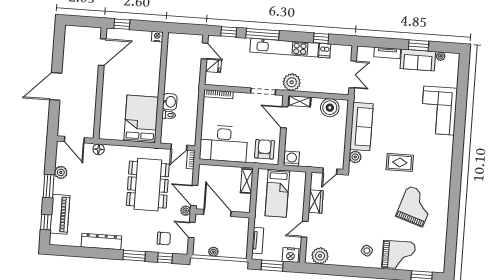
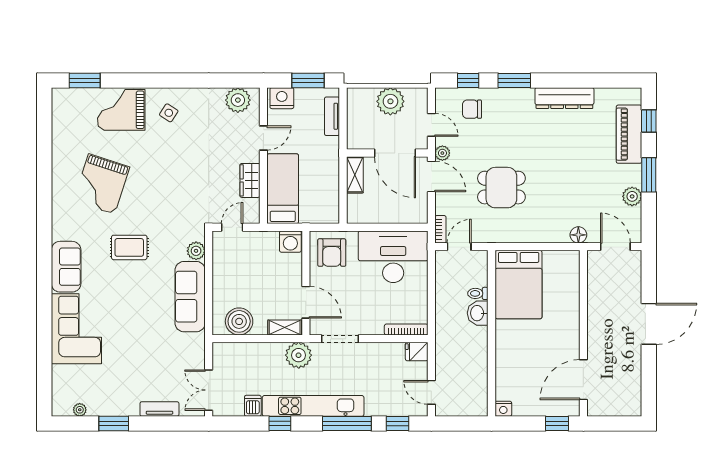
window: (321, 38) -> (280, 423), moved
sofa: (418, 60) -> (66, 267), moved, turned 90
fridge: (213, 66) -> (417, 351), moved
double door: (353, 74) -> (209, 390), moved
shelving: (247, 181) -> (355, 175), moved
dining table: (148, 185) -> (501, 188), width x0.53, depth x0.80
bed: (277, 193) -> (283, 189), moved
plant: (213, 252) -> (390, 101), width x1.88, depth x1.88

